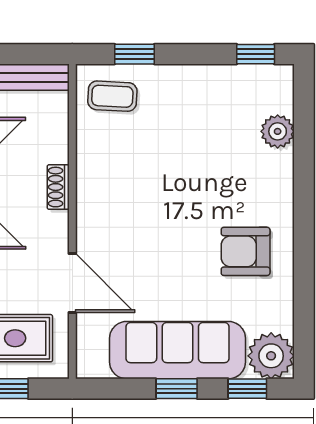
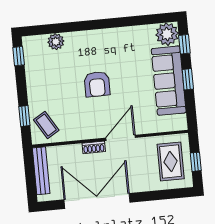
coffee table: (112, 96) -> (46, 125), turned -34
armchair: (246, 251) -> (97, 84), moved
door: (72, 283) -> (121, 138), moved

